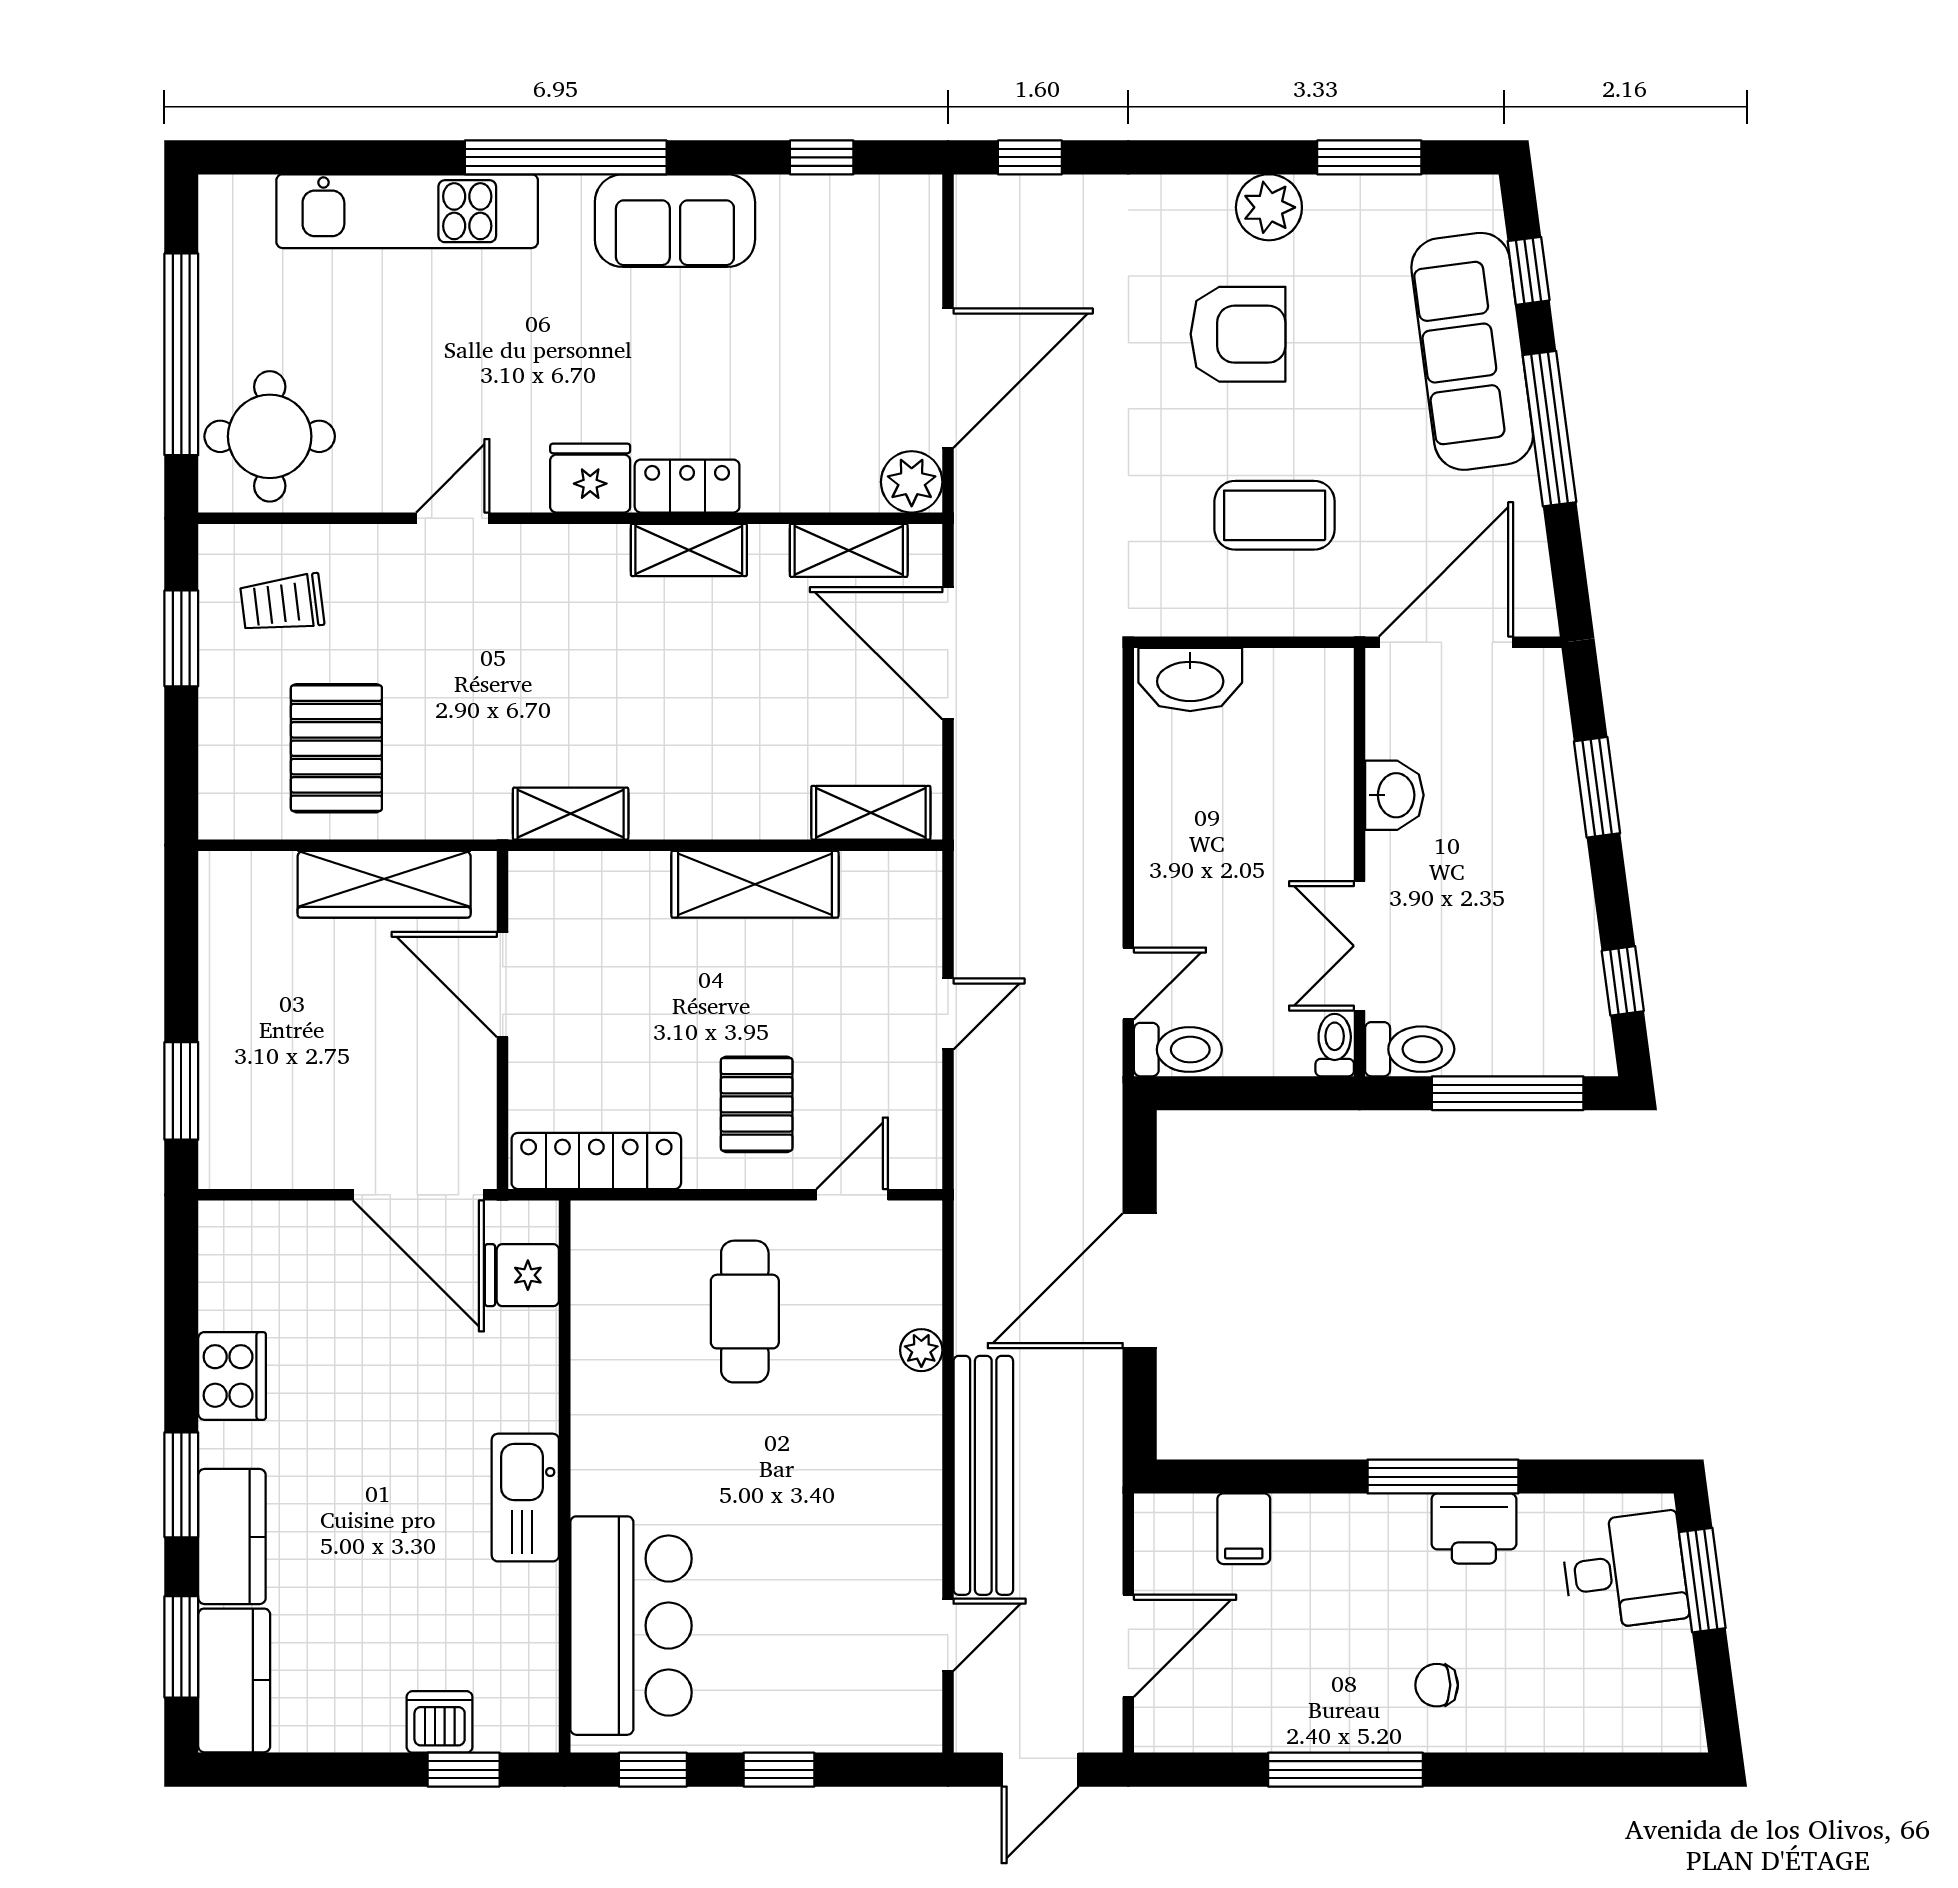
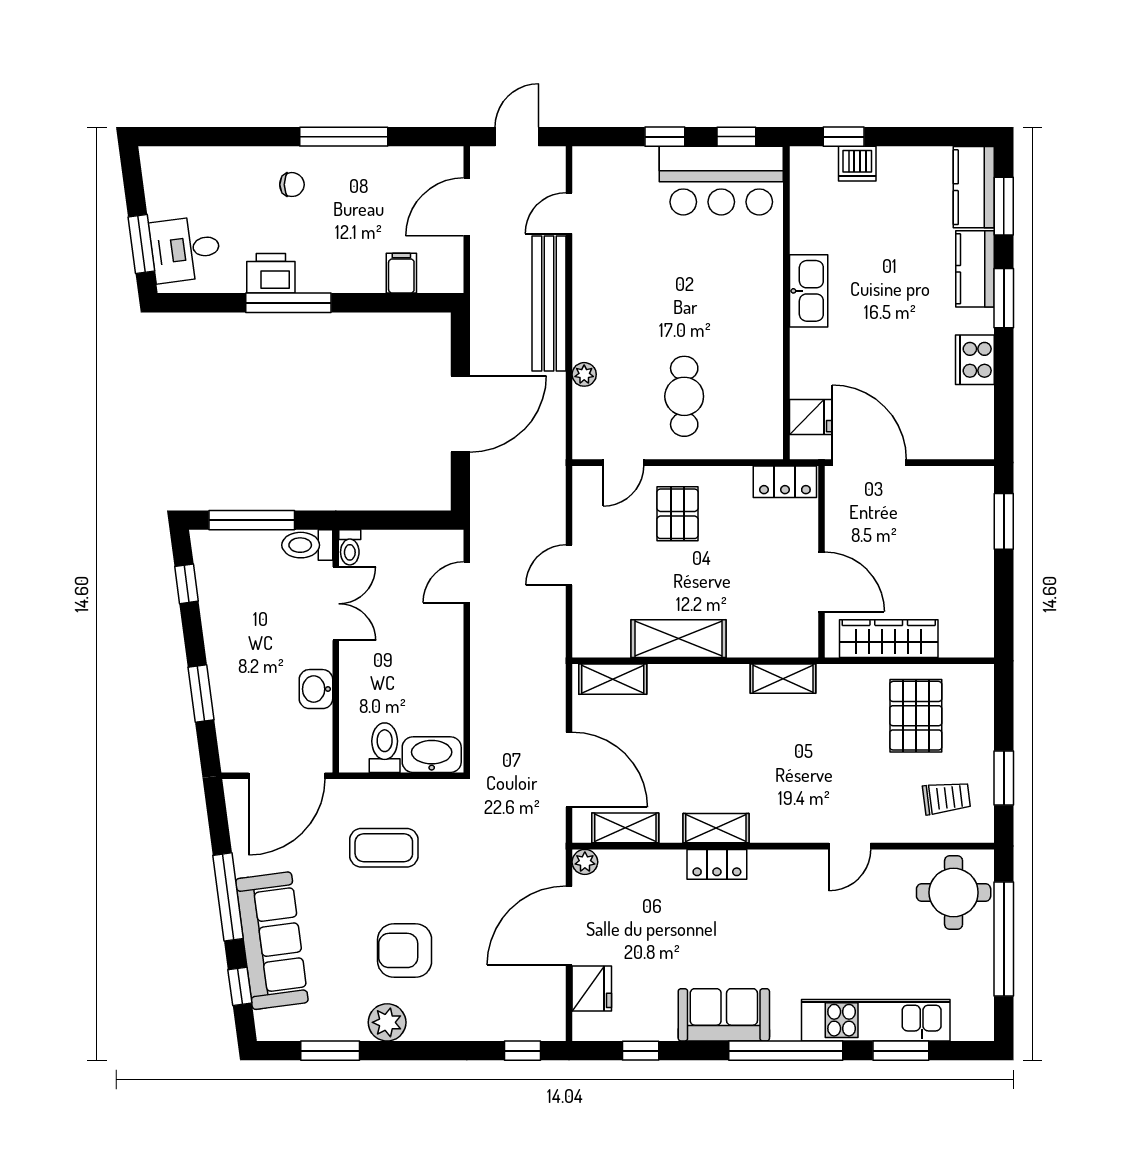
window: (363, 157) -> (901, 1051), added
fridge: (590, 478) -> (592, 988), moved, turned -90
plant: (912, 482) -> (585, 862), width x0.73, depth x0.73
toilet: (1178, 1050) -> (385, 748), moved, turned 90
locker: (596, 1161) -> (785, 482), width x0.66
bar counter: (631, 1626) -> (721, 181), moved, turned -90

